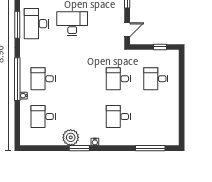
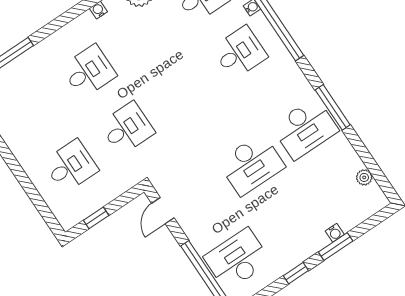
desk: (36, 24) -> (305, 128), turned 90

